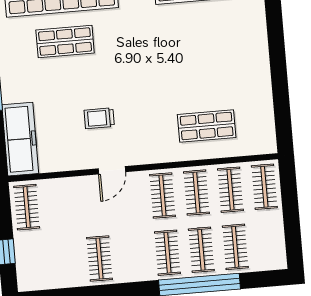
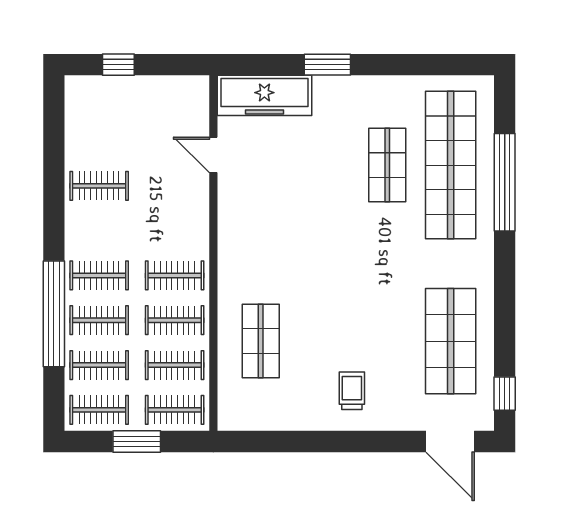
trolley: (99, 118) -> (352, 391), moved
door: (112, 170) -> (213, 155), moved
clothes rail: (27, 207) -> (99, 410), moved
window: (291, 213) -> (137, 441), added

